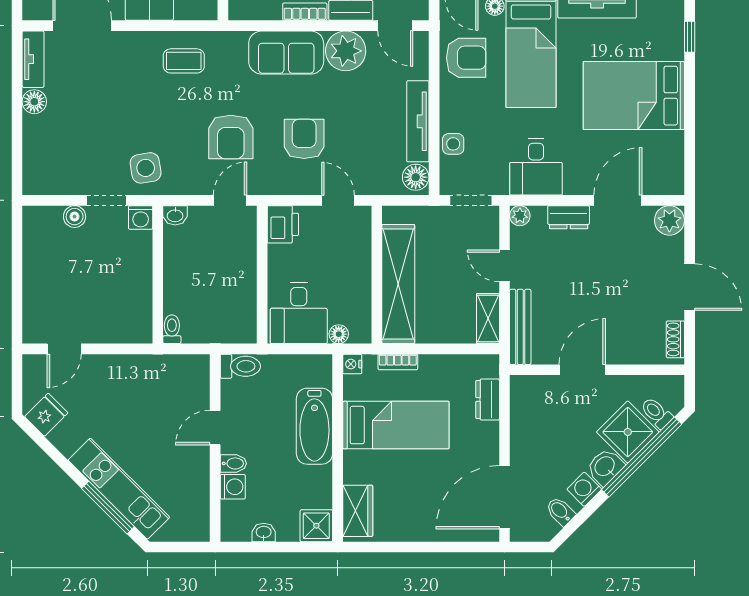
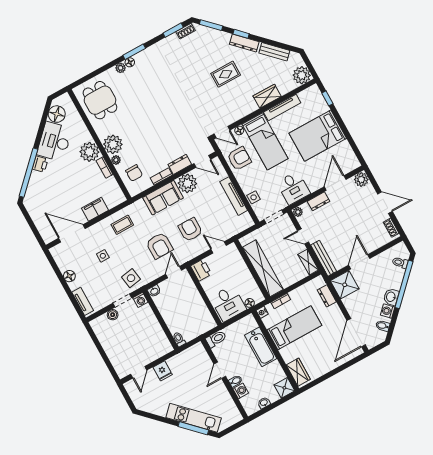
tv unit: (33, 59) -> (83, 301), moved
side table: (116, 98) -> (103, 256), added
floor lamp: (416, 177) -> (246, 220), removed
fridge: (46, 415) -> (163, 371), moved, turned 135
shower: (628, 432) -> (345, 285), moved, turned 45

